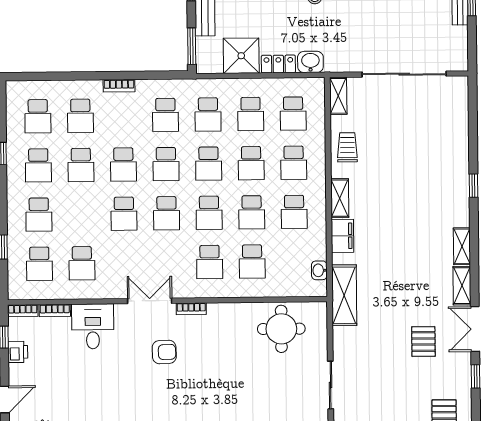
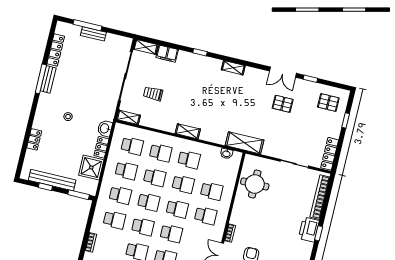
trolley: (347, 147) -> (153, 94), moved
filing cabinet: (342, 236) -> (167, 54), moved, turned 180
shelving: (462, 286) -> (146, 47), moved

